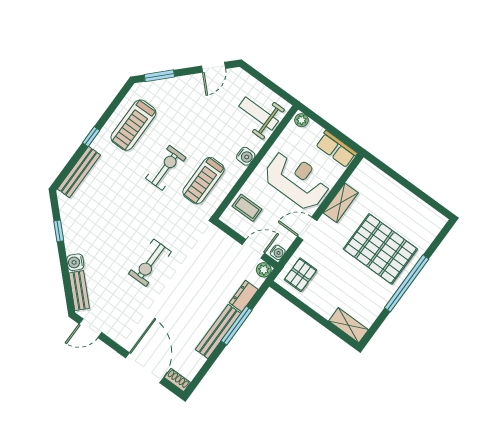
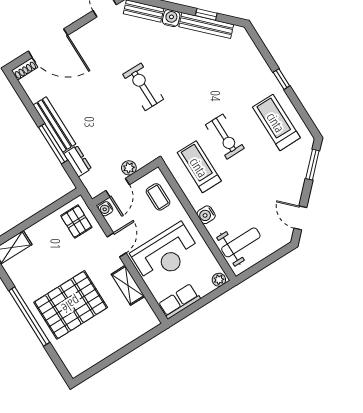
bench: (79, 172) -> (206, 26), moved, turned -45
coffee table: (247, 208) -> (158, 197), turned 90
plant: (264, 270) -> (129, 168), moved

